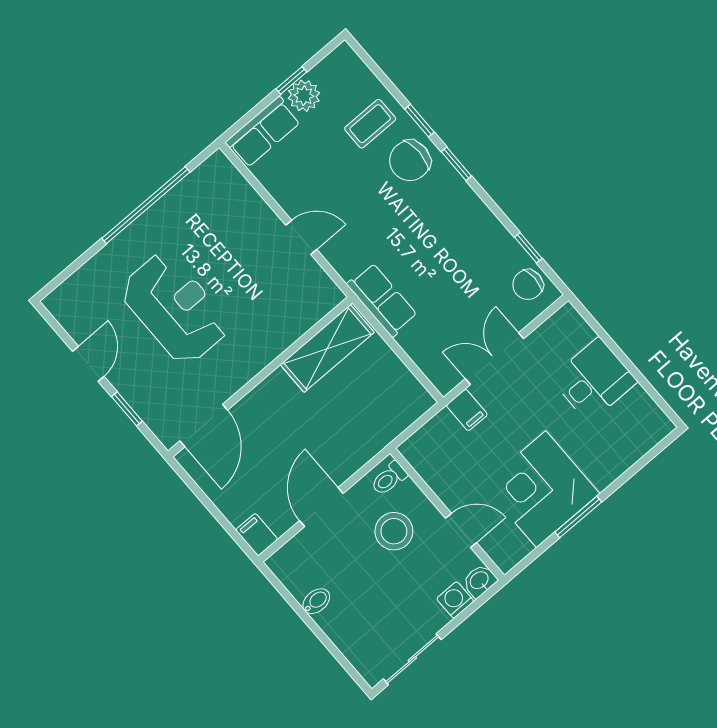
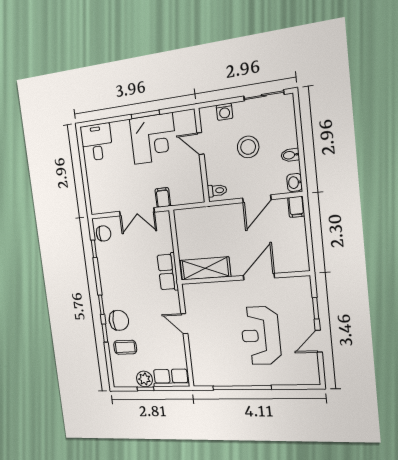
desk: (594, 380) -> (97, 142), moved, turned 90
door: (204, 425) -> (259, 277), moved
stool: (394, 531) -> (248, 147), moved
washbasin: (480, 581) -> (294, 182), moved, turned 90

